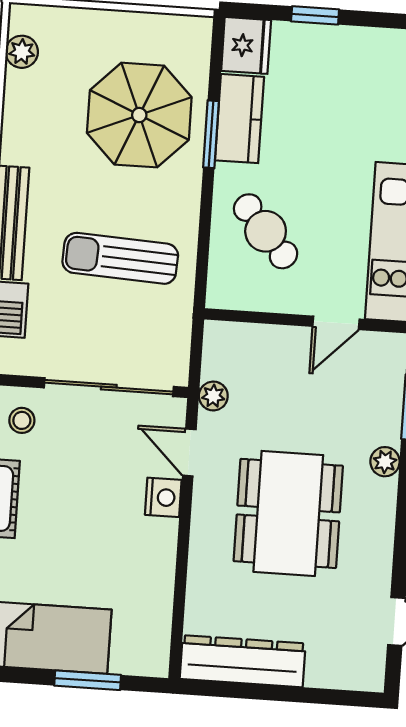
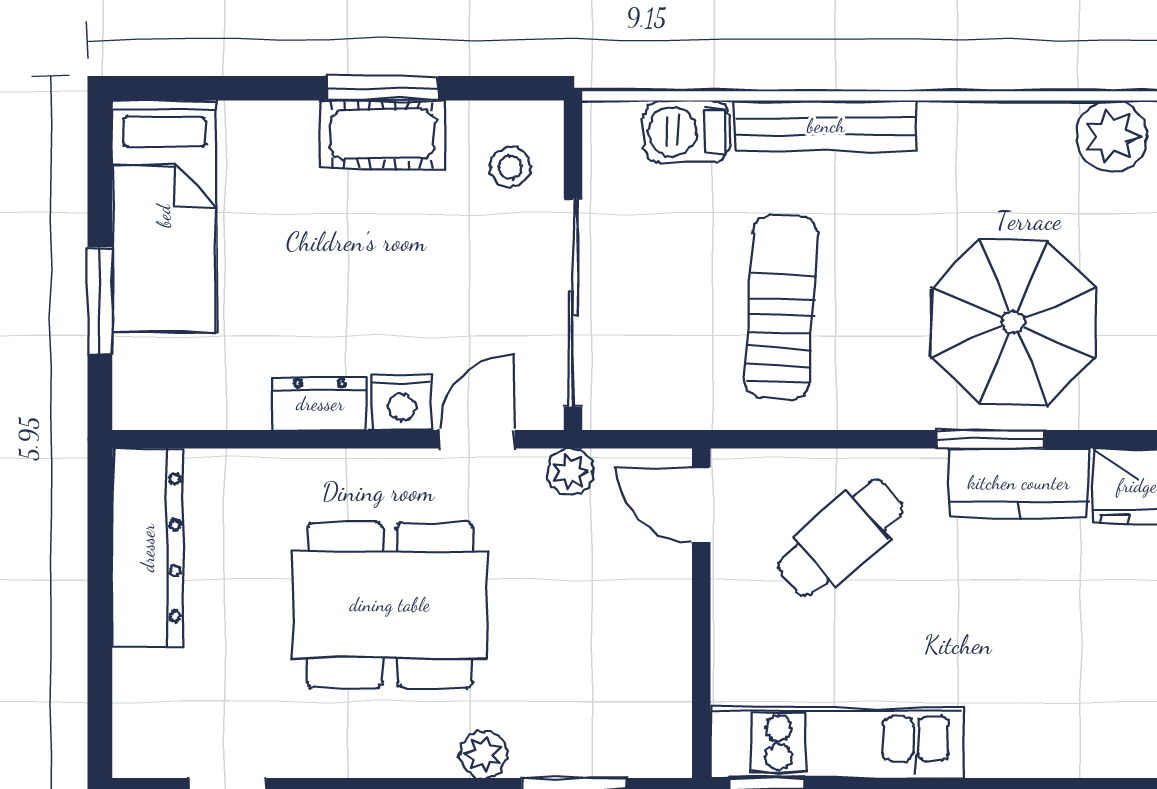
plant: (22, 52) -> (1112, 136), width x1.38, depth x1.38
door: (336, 323) -> (701, 505), moved
dresser: (161, 548) -> (320, 404), added

